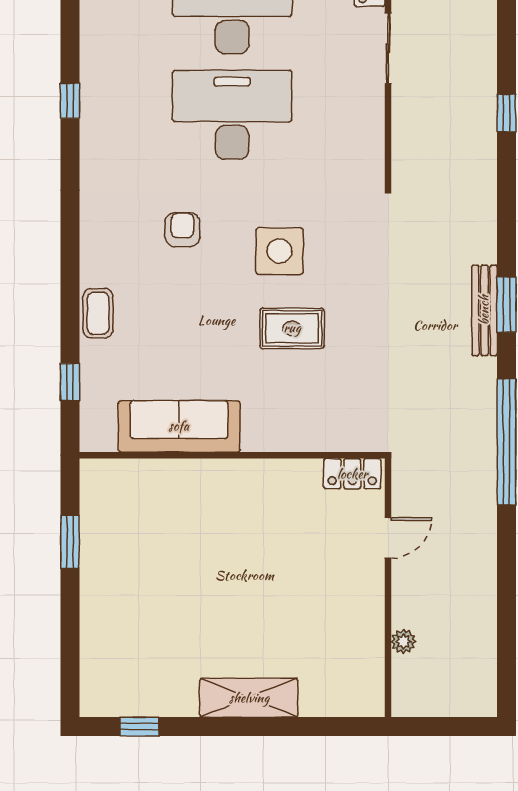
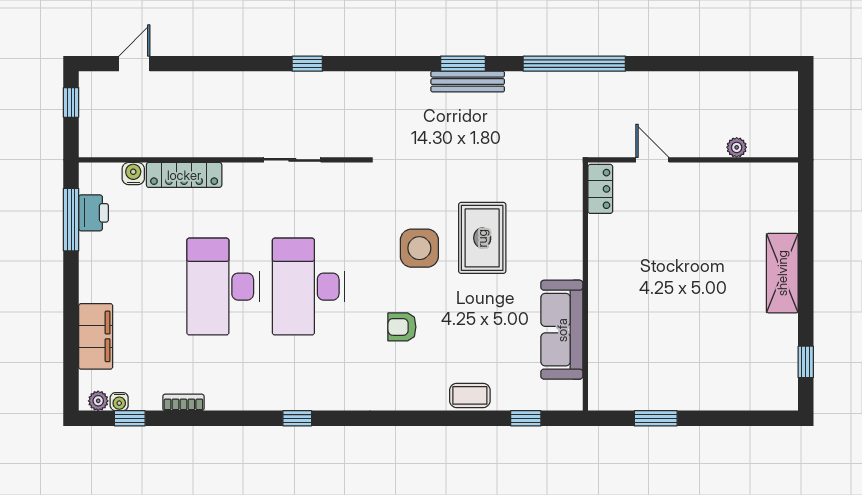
sliding door: (388, 48) -> (292, 160), moved
rug: (292, 328) -> (482, 238), width x1.36, depth x1.43

